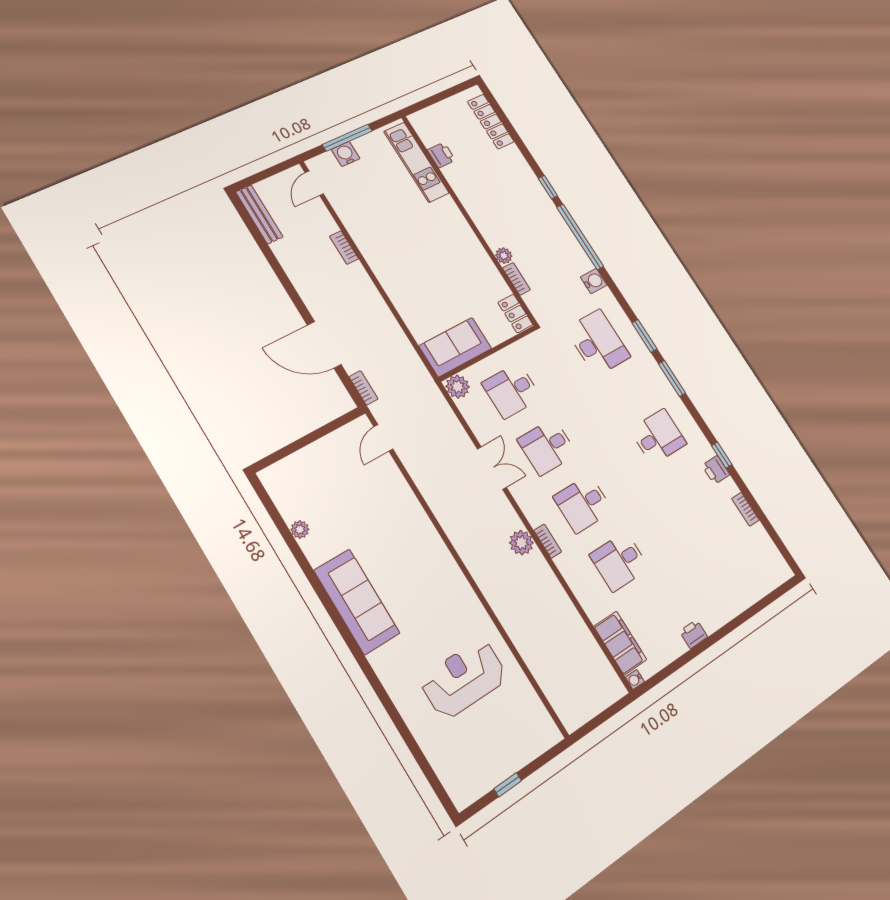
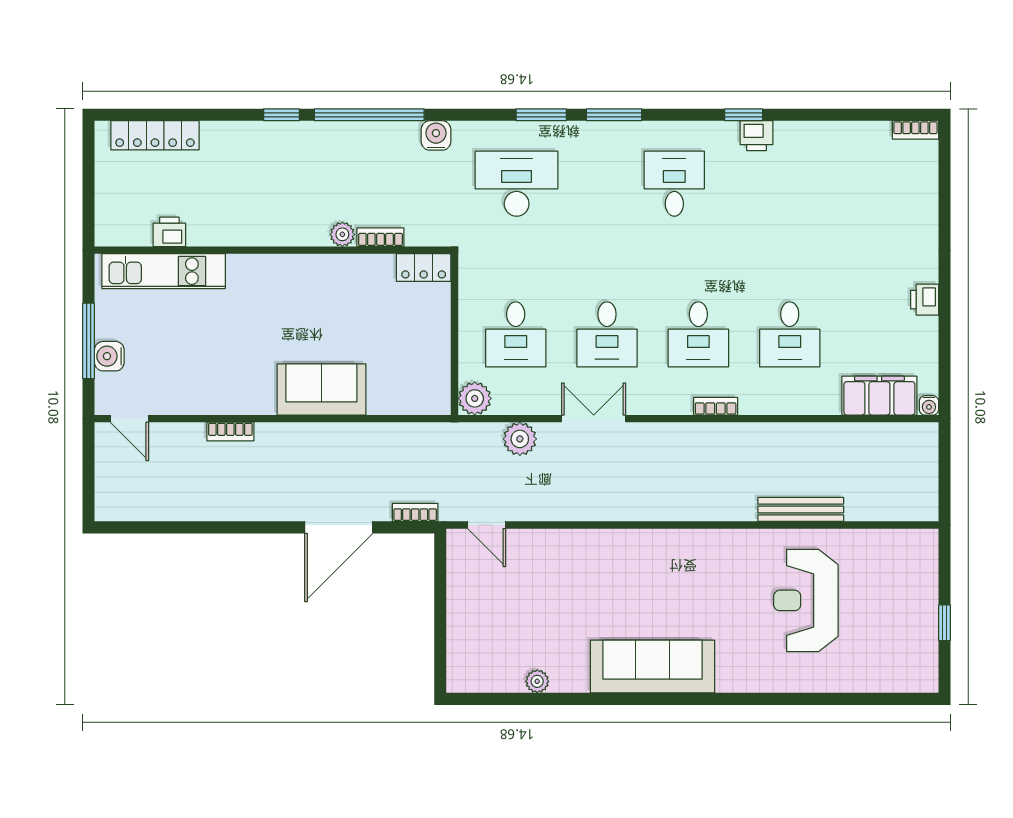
bench: (259, 214) -> (801, 509), moved
sofa: (455, 347) -> (321, 389), moved, turned 90
bookcase: (745, 509) -> (915, 130), moved
plant: (521, 543) -> (520, 439), moved

